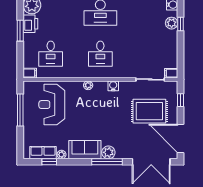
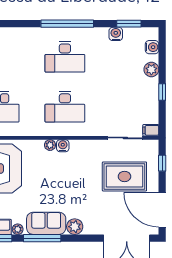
window: (180, 24) -> (162, 92), moved
desk: (100, 54) -> (65, 107), width x1.37
water cooler: (113, 86) -> (63, 146), moved
window: (107, 162) -> (42, 238), moved

